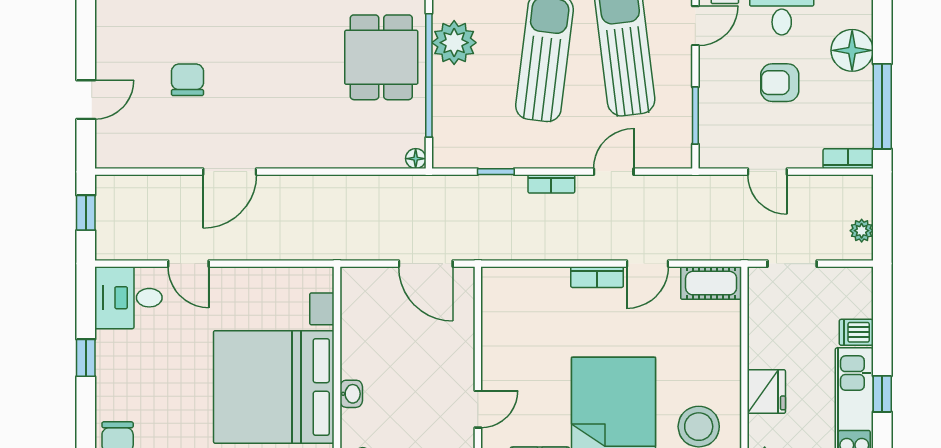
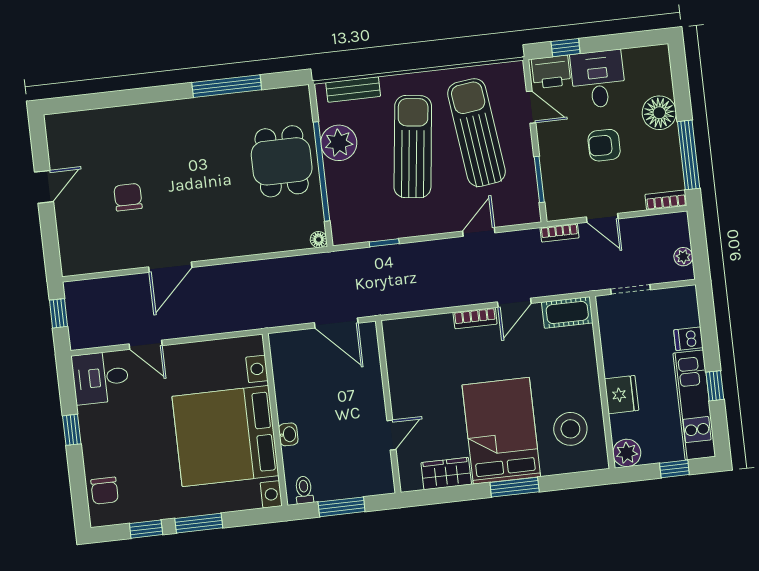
door: (695, 26) -> (531, 107), hinge flipped
door: (86, 100) -> (44, 187), moved
bookcase: (551, 184) -> (559, 233), moved

